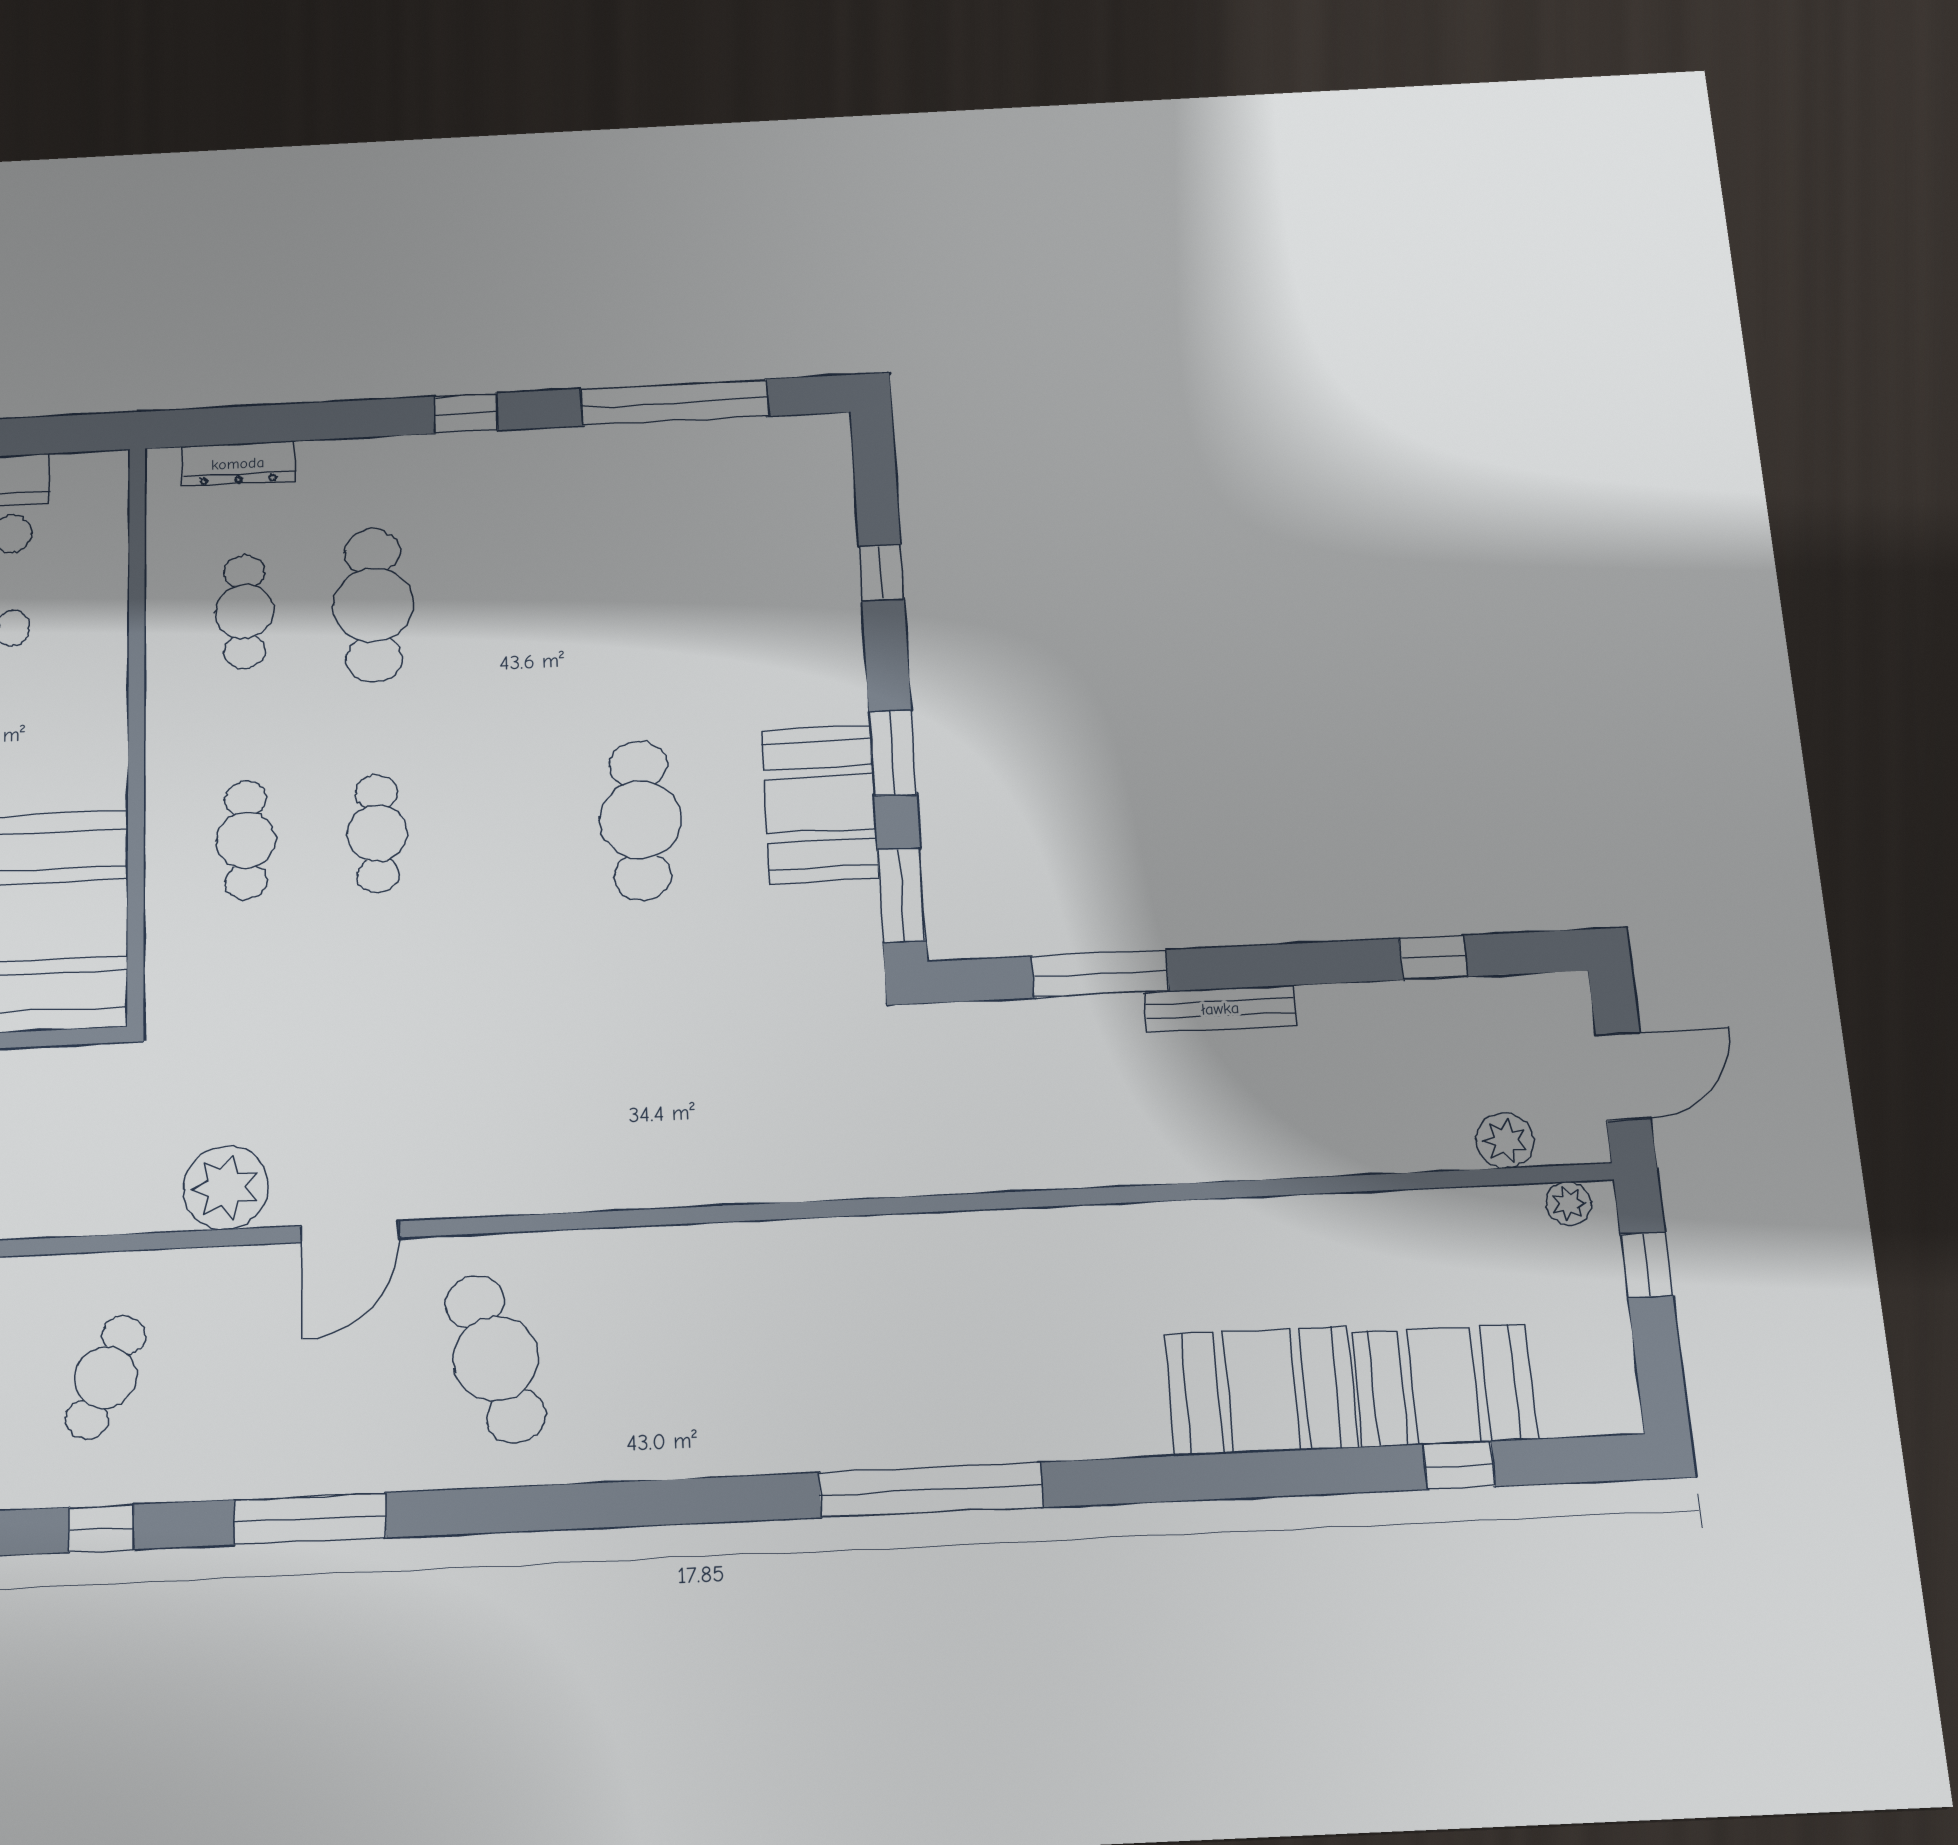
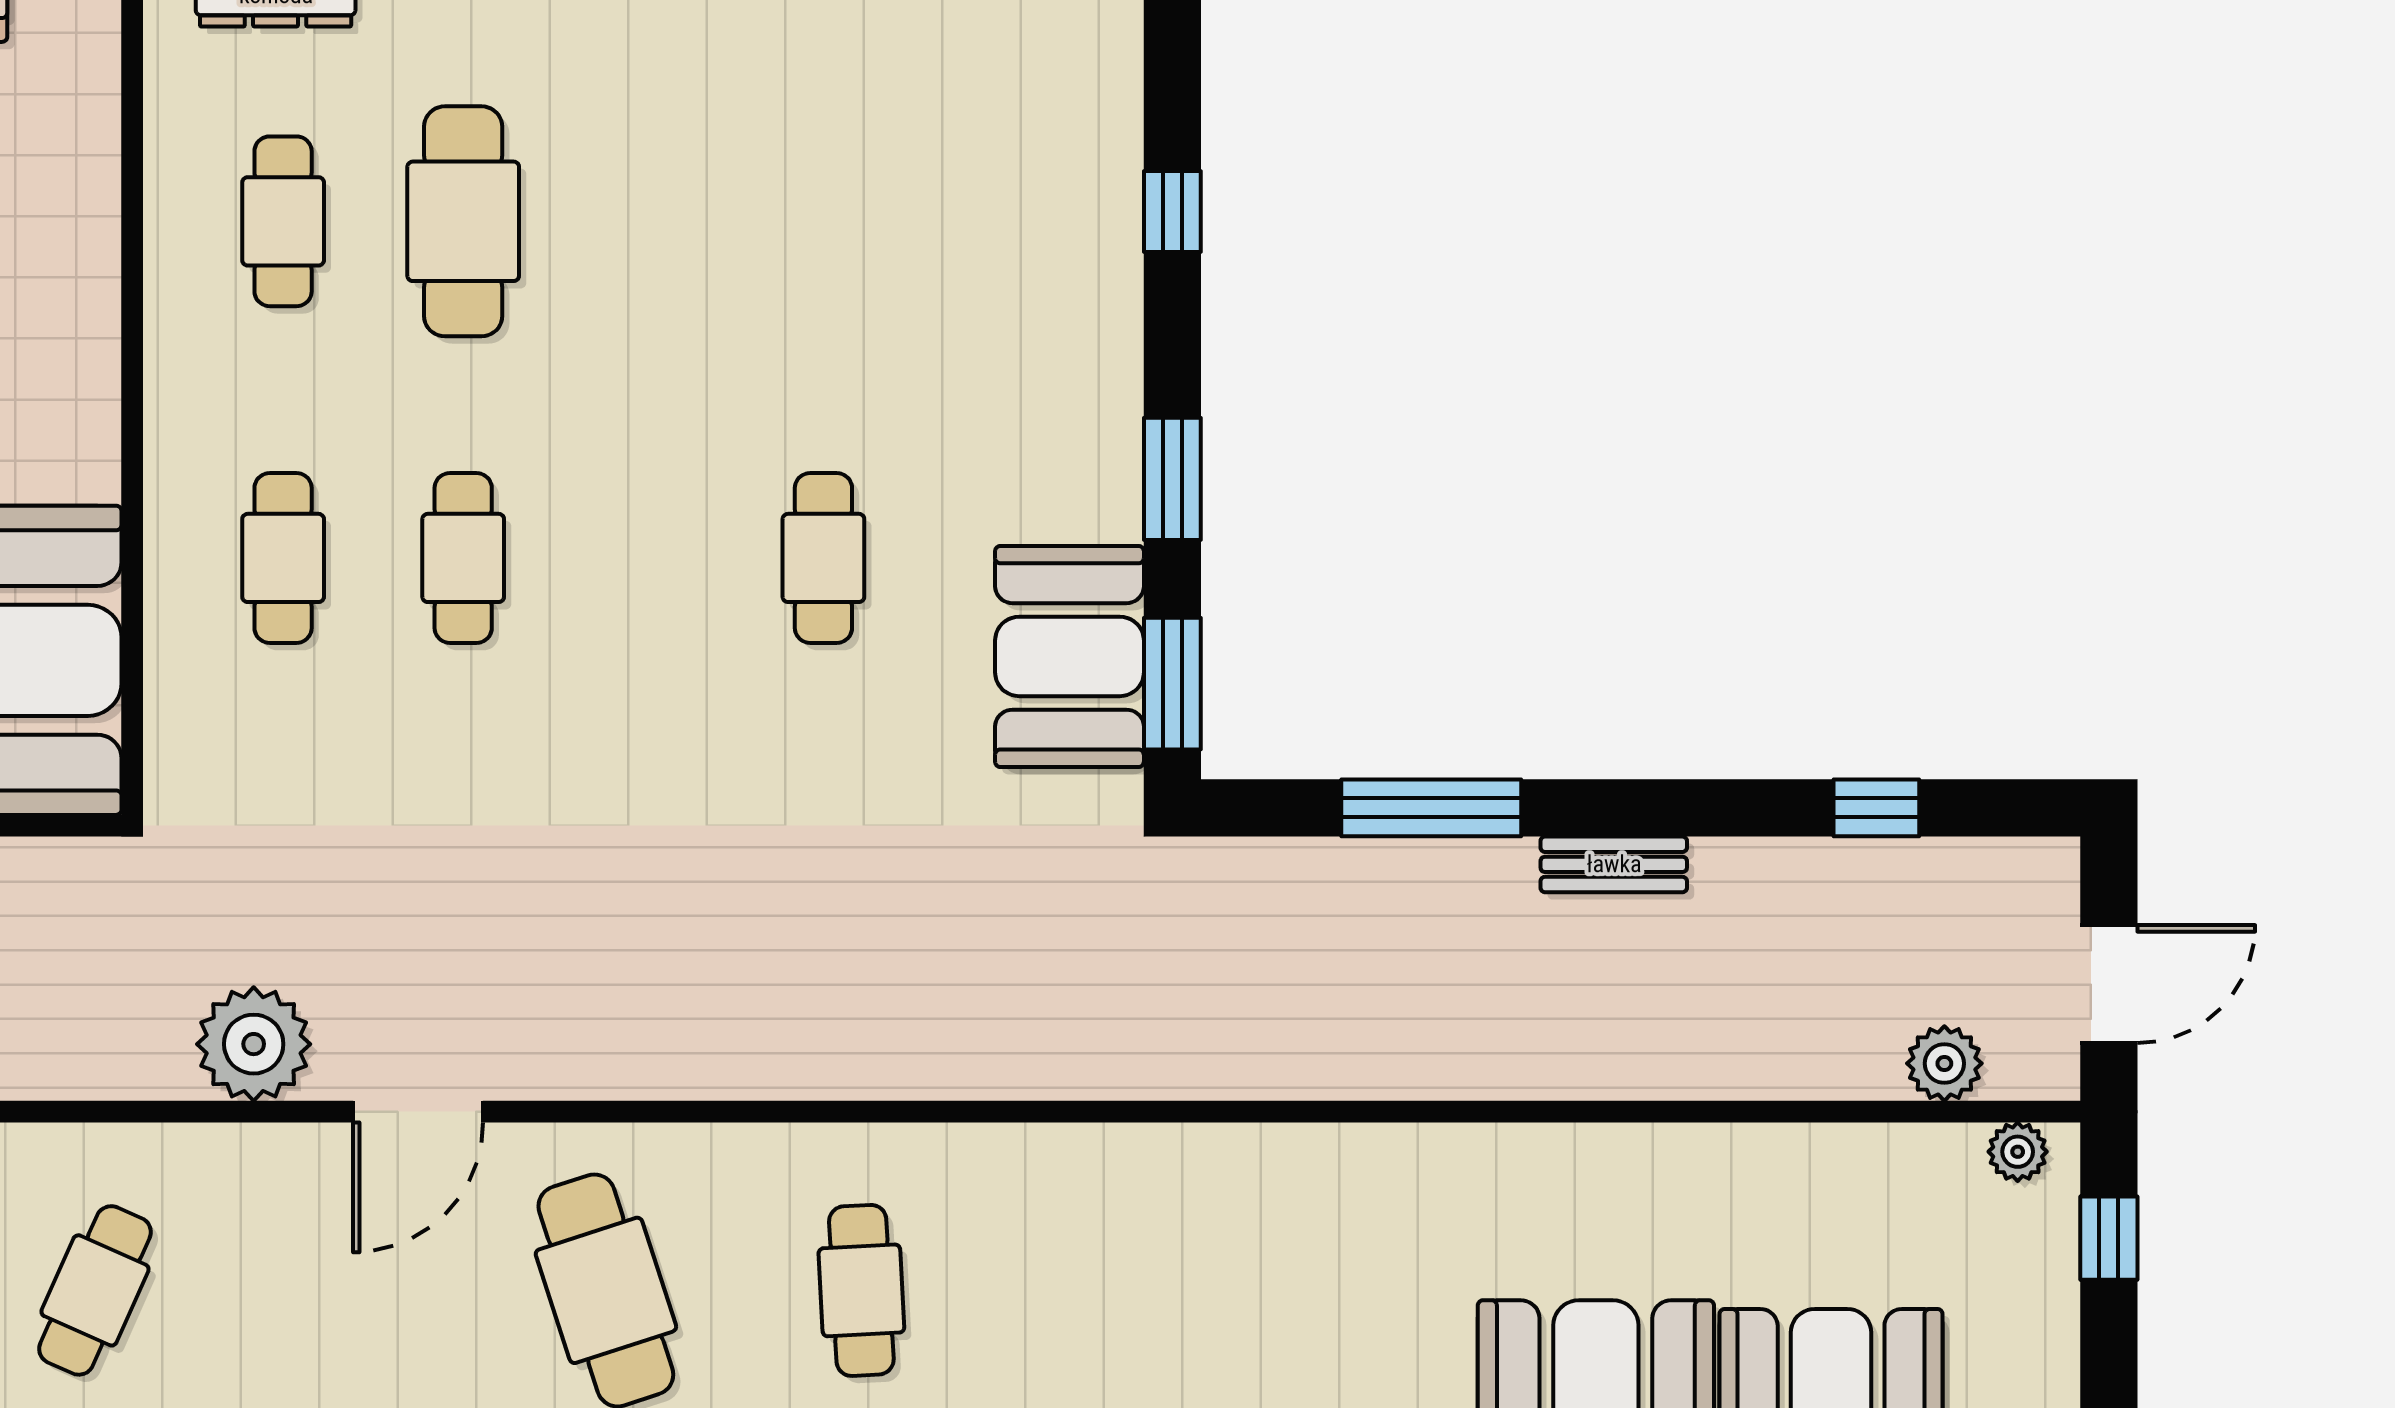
booth: (820, 804) -> (1069, 656), moved
cafe table: (640, 820) -> (823, 558), width x0.73, depth x0.74
bench: (1220, 1009) -> (1614, 864), width x0.73
cafe table: (691, 1350) -> (861, 1290), added

